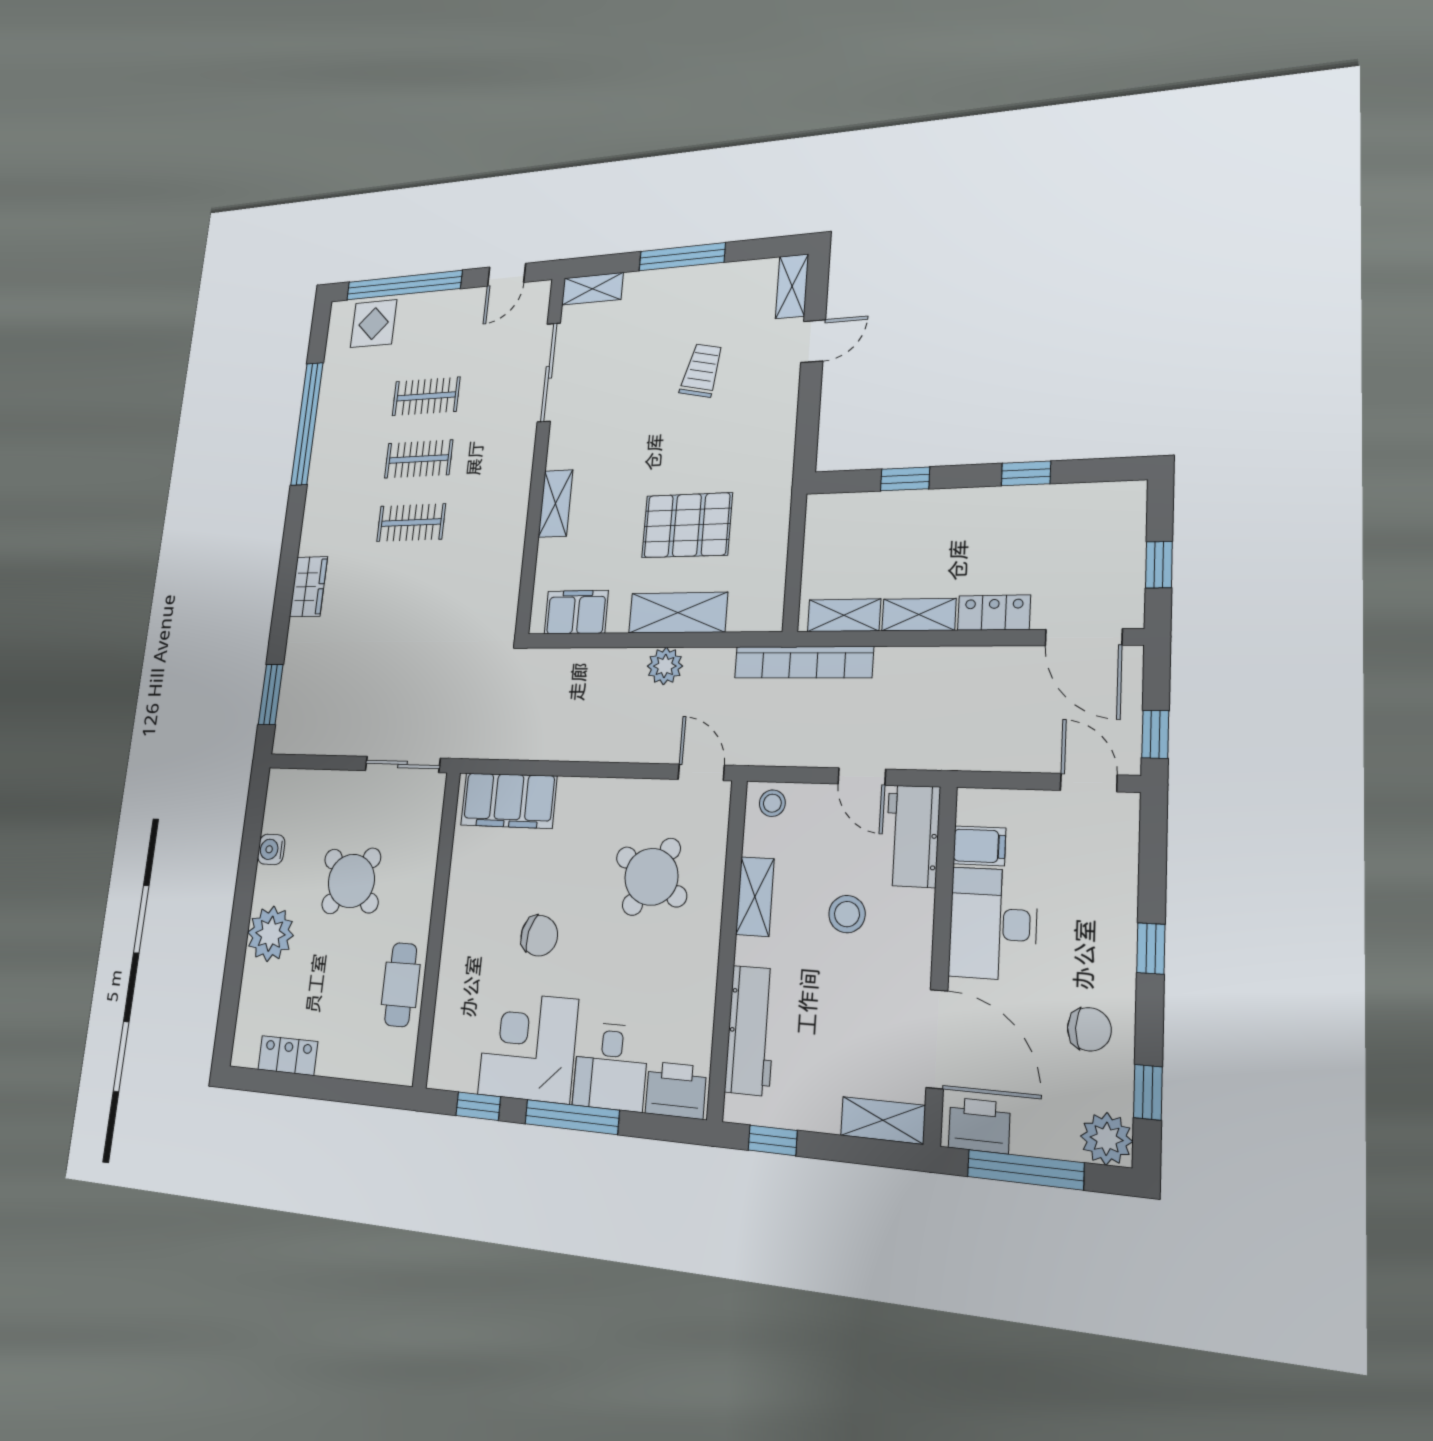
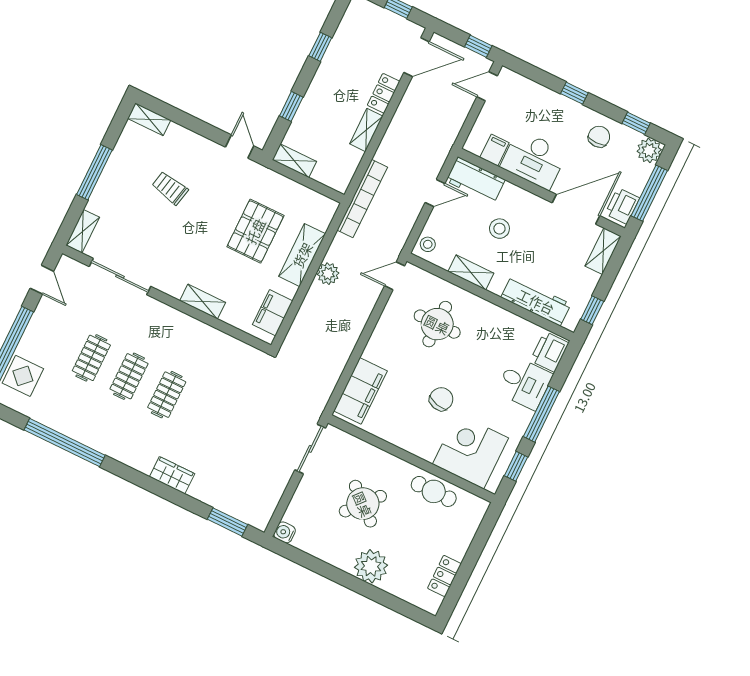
door: (813, 341) -> (240, 146), moved
shelving: (844, 615) -> (294, 161), moved, turned 90
water cooler: (271, 849) -> (285, 532), moved, turned 90
round table: (651, 877) -> (437, 324), turned -32
corner desk: (528, 1047) -> (471, 451), moved, turned 90

